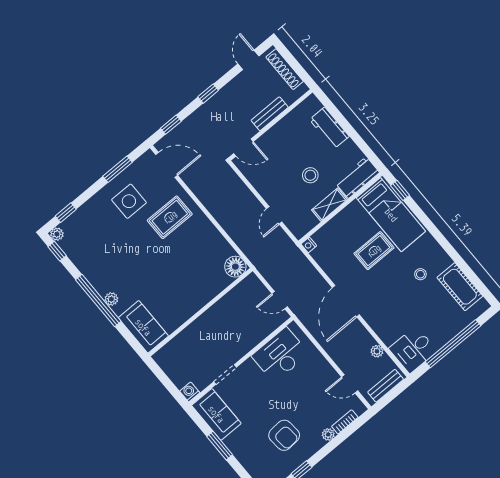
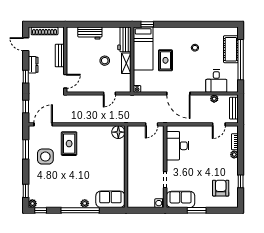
dresser: (231, 90) -> (33, 65), added
door: (274, 215) -> (109, 94), hinge flipped
bed: (391, 215) -> (143, 48), moved, turned 90
cot: (460, 287) -> (231, 49), moved, turned 90
desk: (413, 350) -> (216, 81), moved
armchair: (284, 435) -> (221, 188), moved, turned -86

